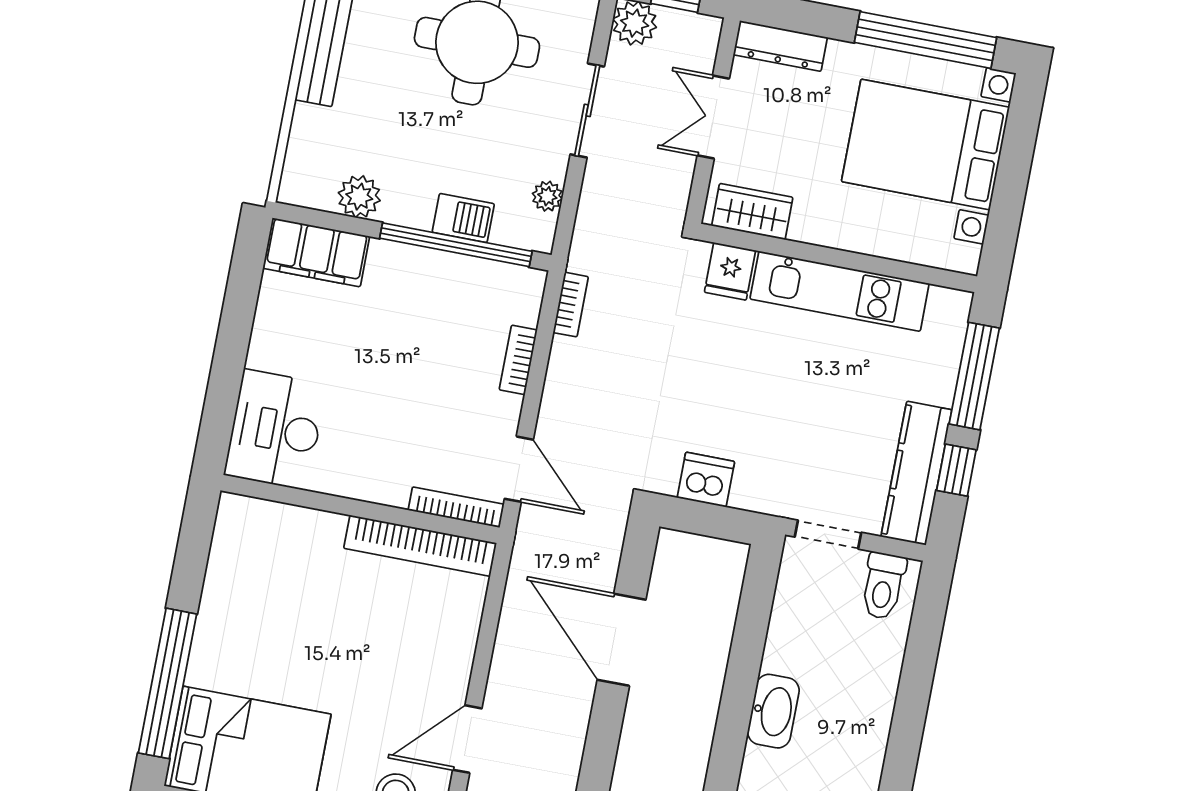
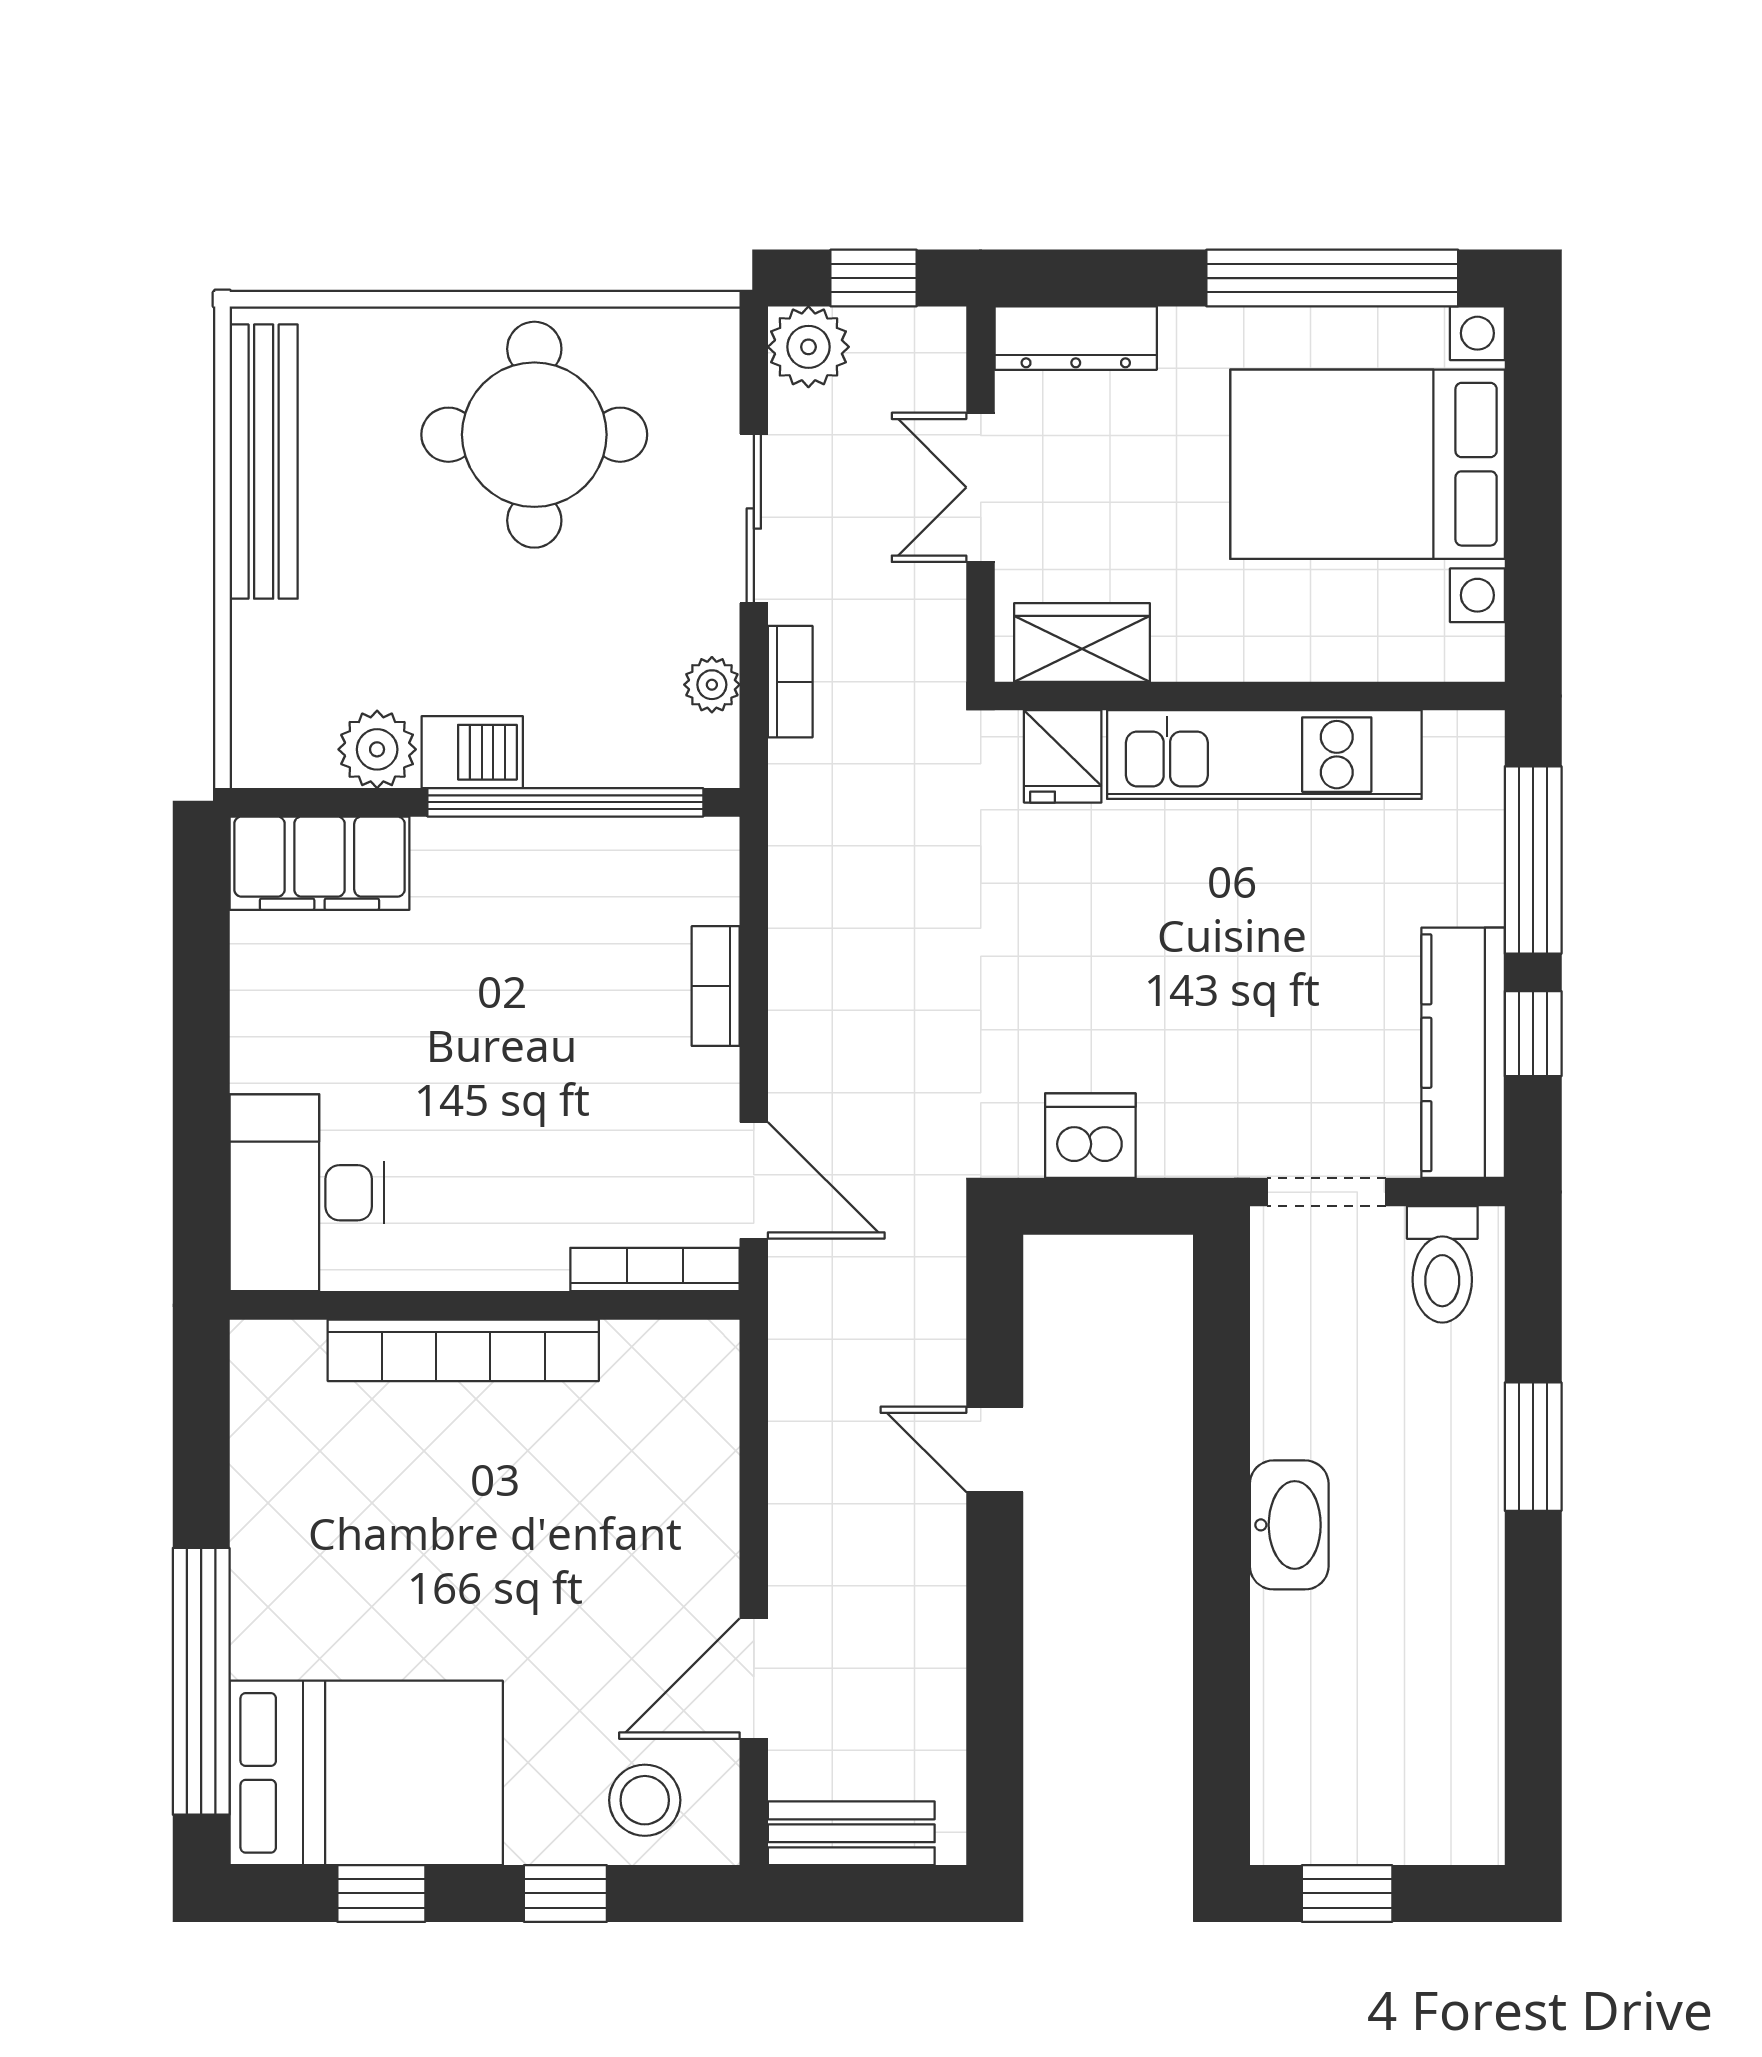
barbecue: (463, 218) -> (472, 752), moved
bookcase: (571, 305) -> (790, 682), moved
bookcase: (420, 546) -> (463, 1350), moved
door: (622, 640) -> (995, 1449), width x0.53
window: (914, 694) -> (1533, 1447), added

